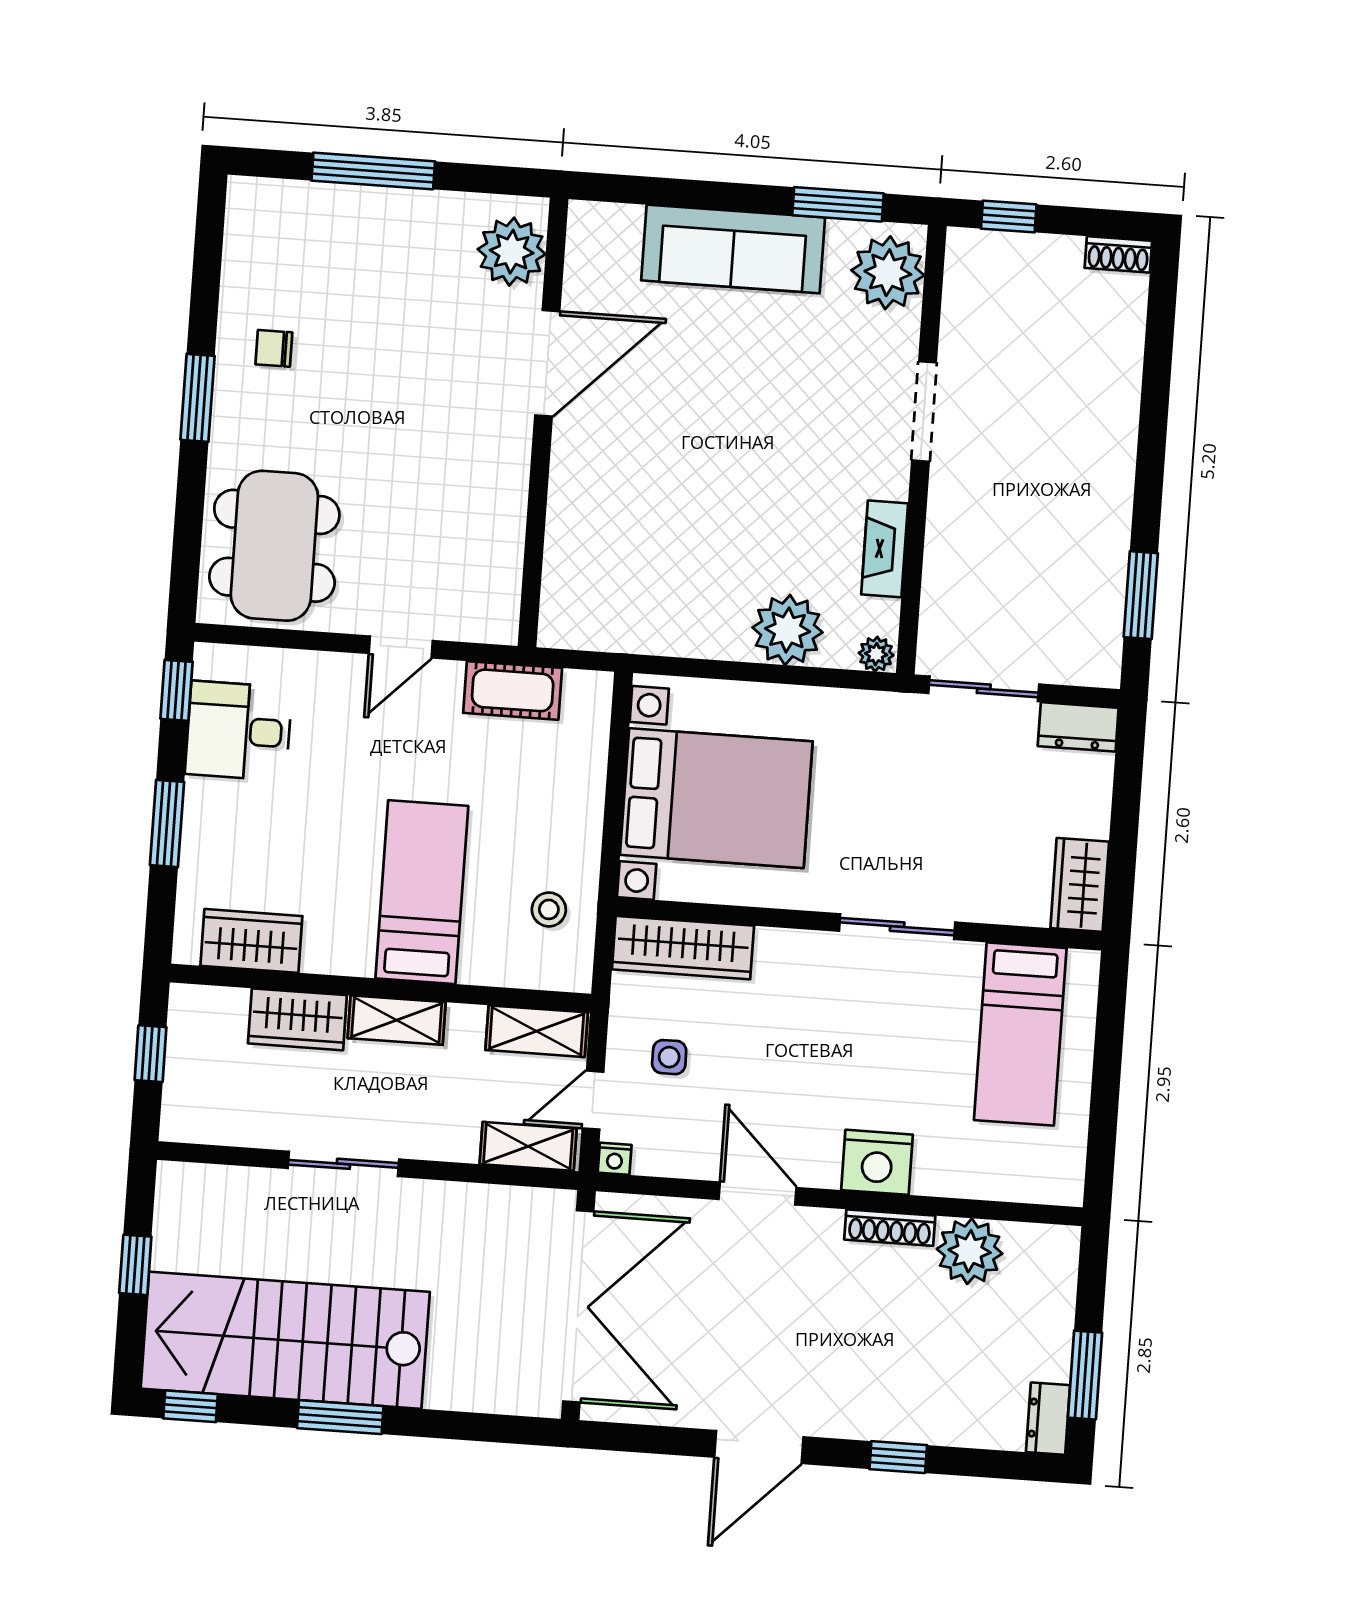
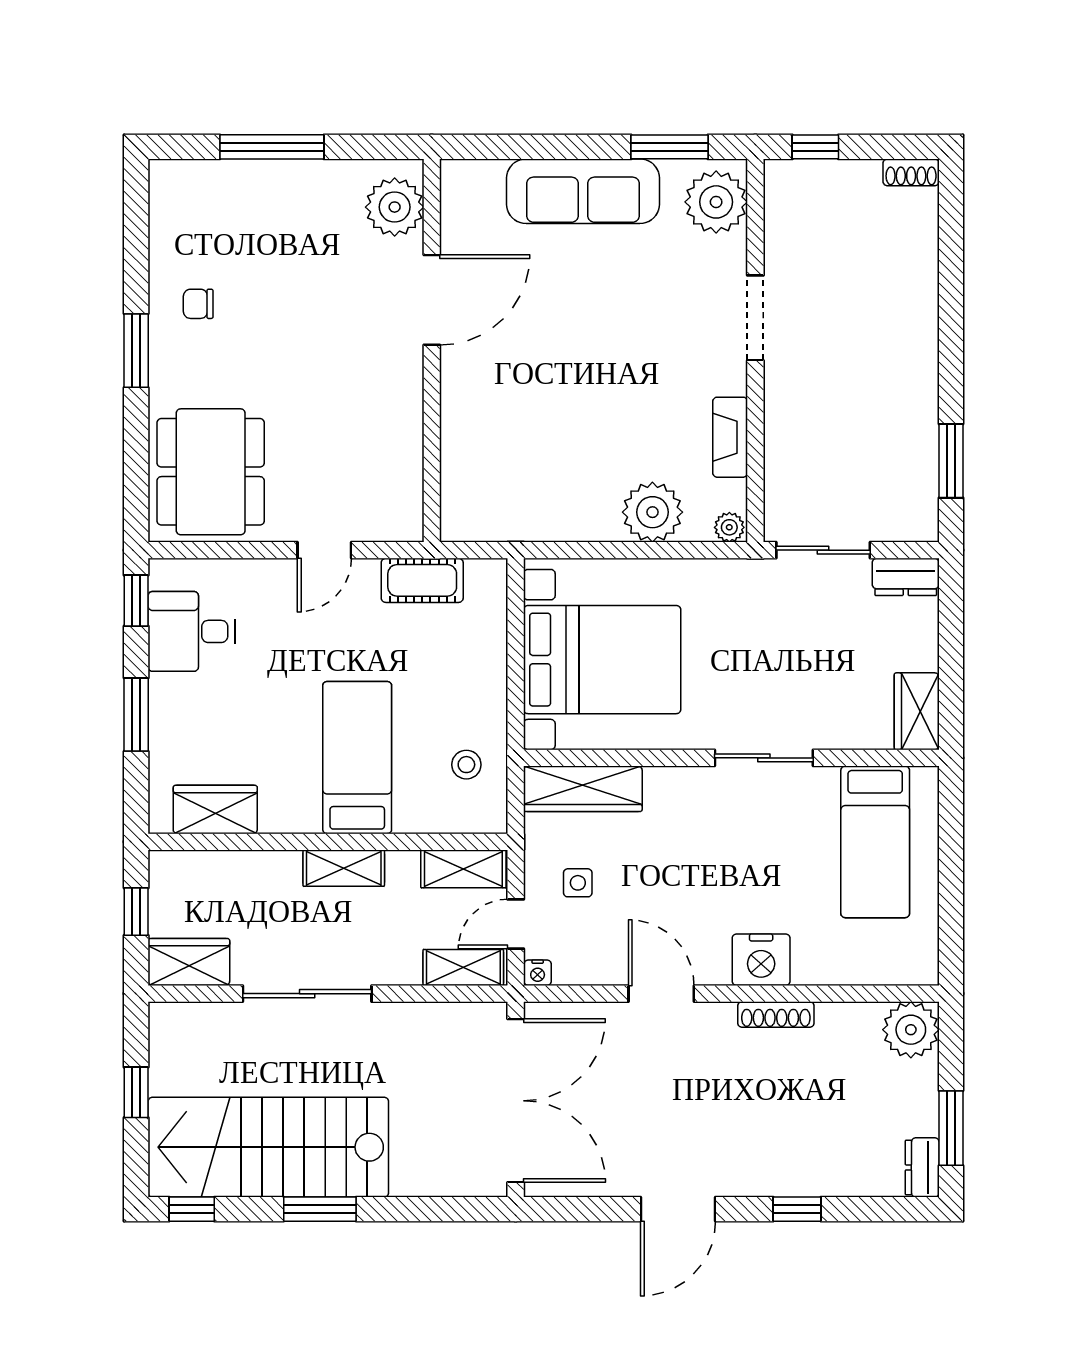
wardrobe: (297, 1019) -> (189, 962), moved, turned 180
sliding door: (343, 1164) -> (307, 994), width x1.37
plant: (970, 1251) -> (911, 1030), moved

